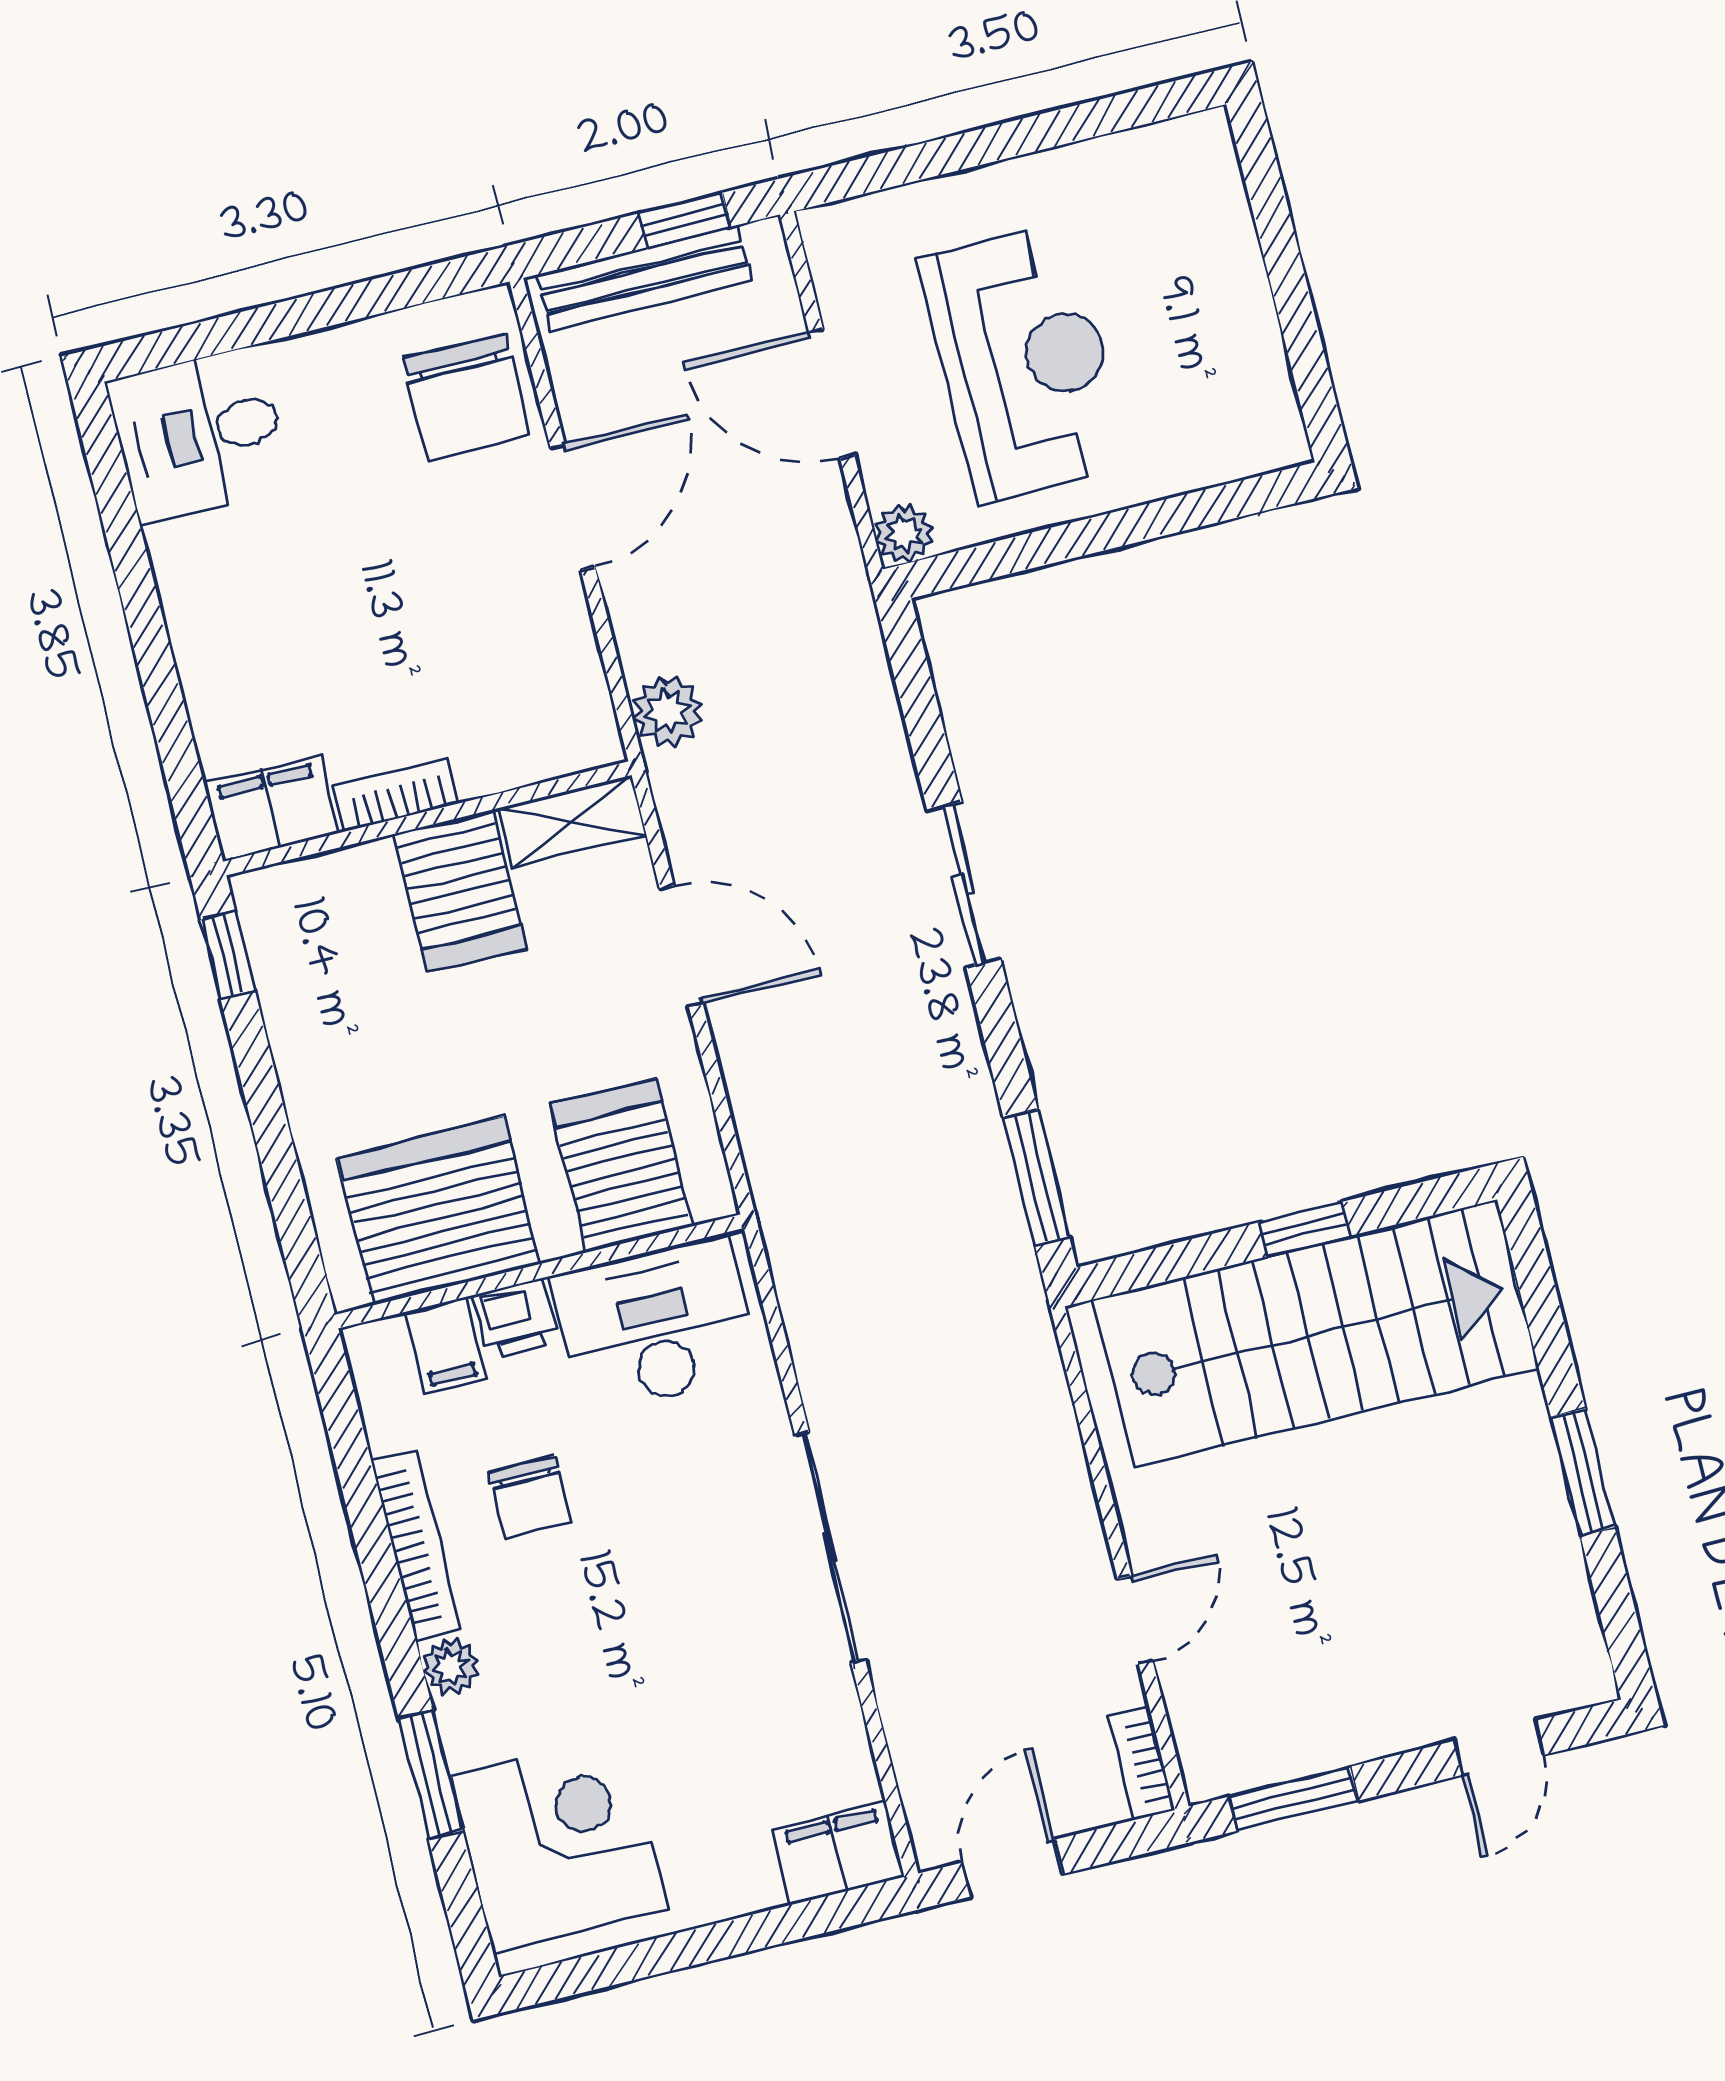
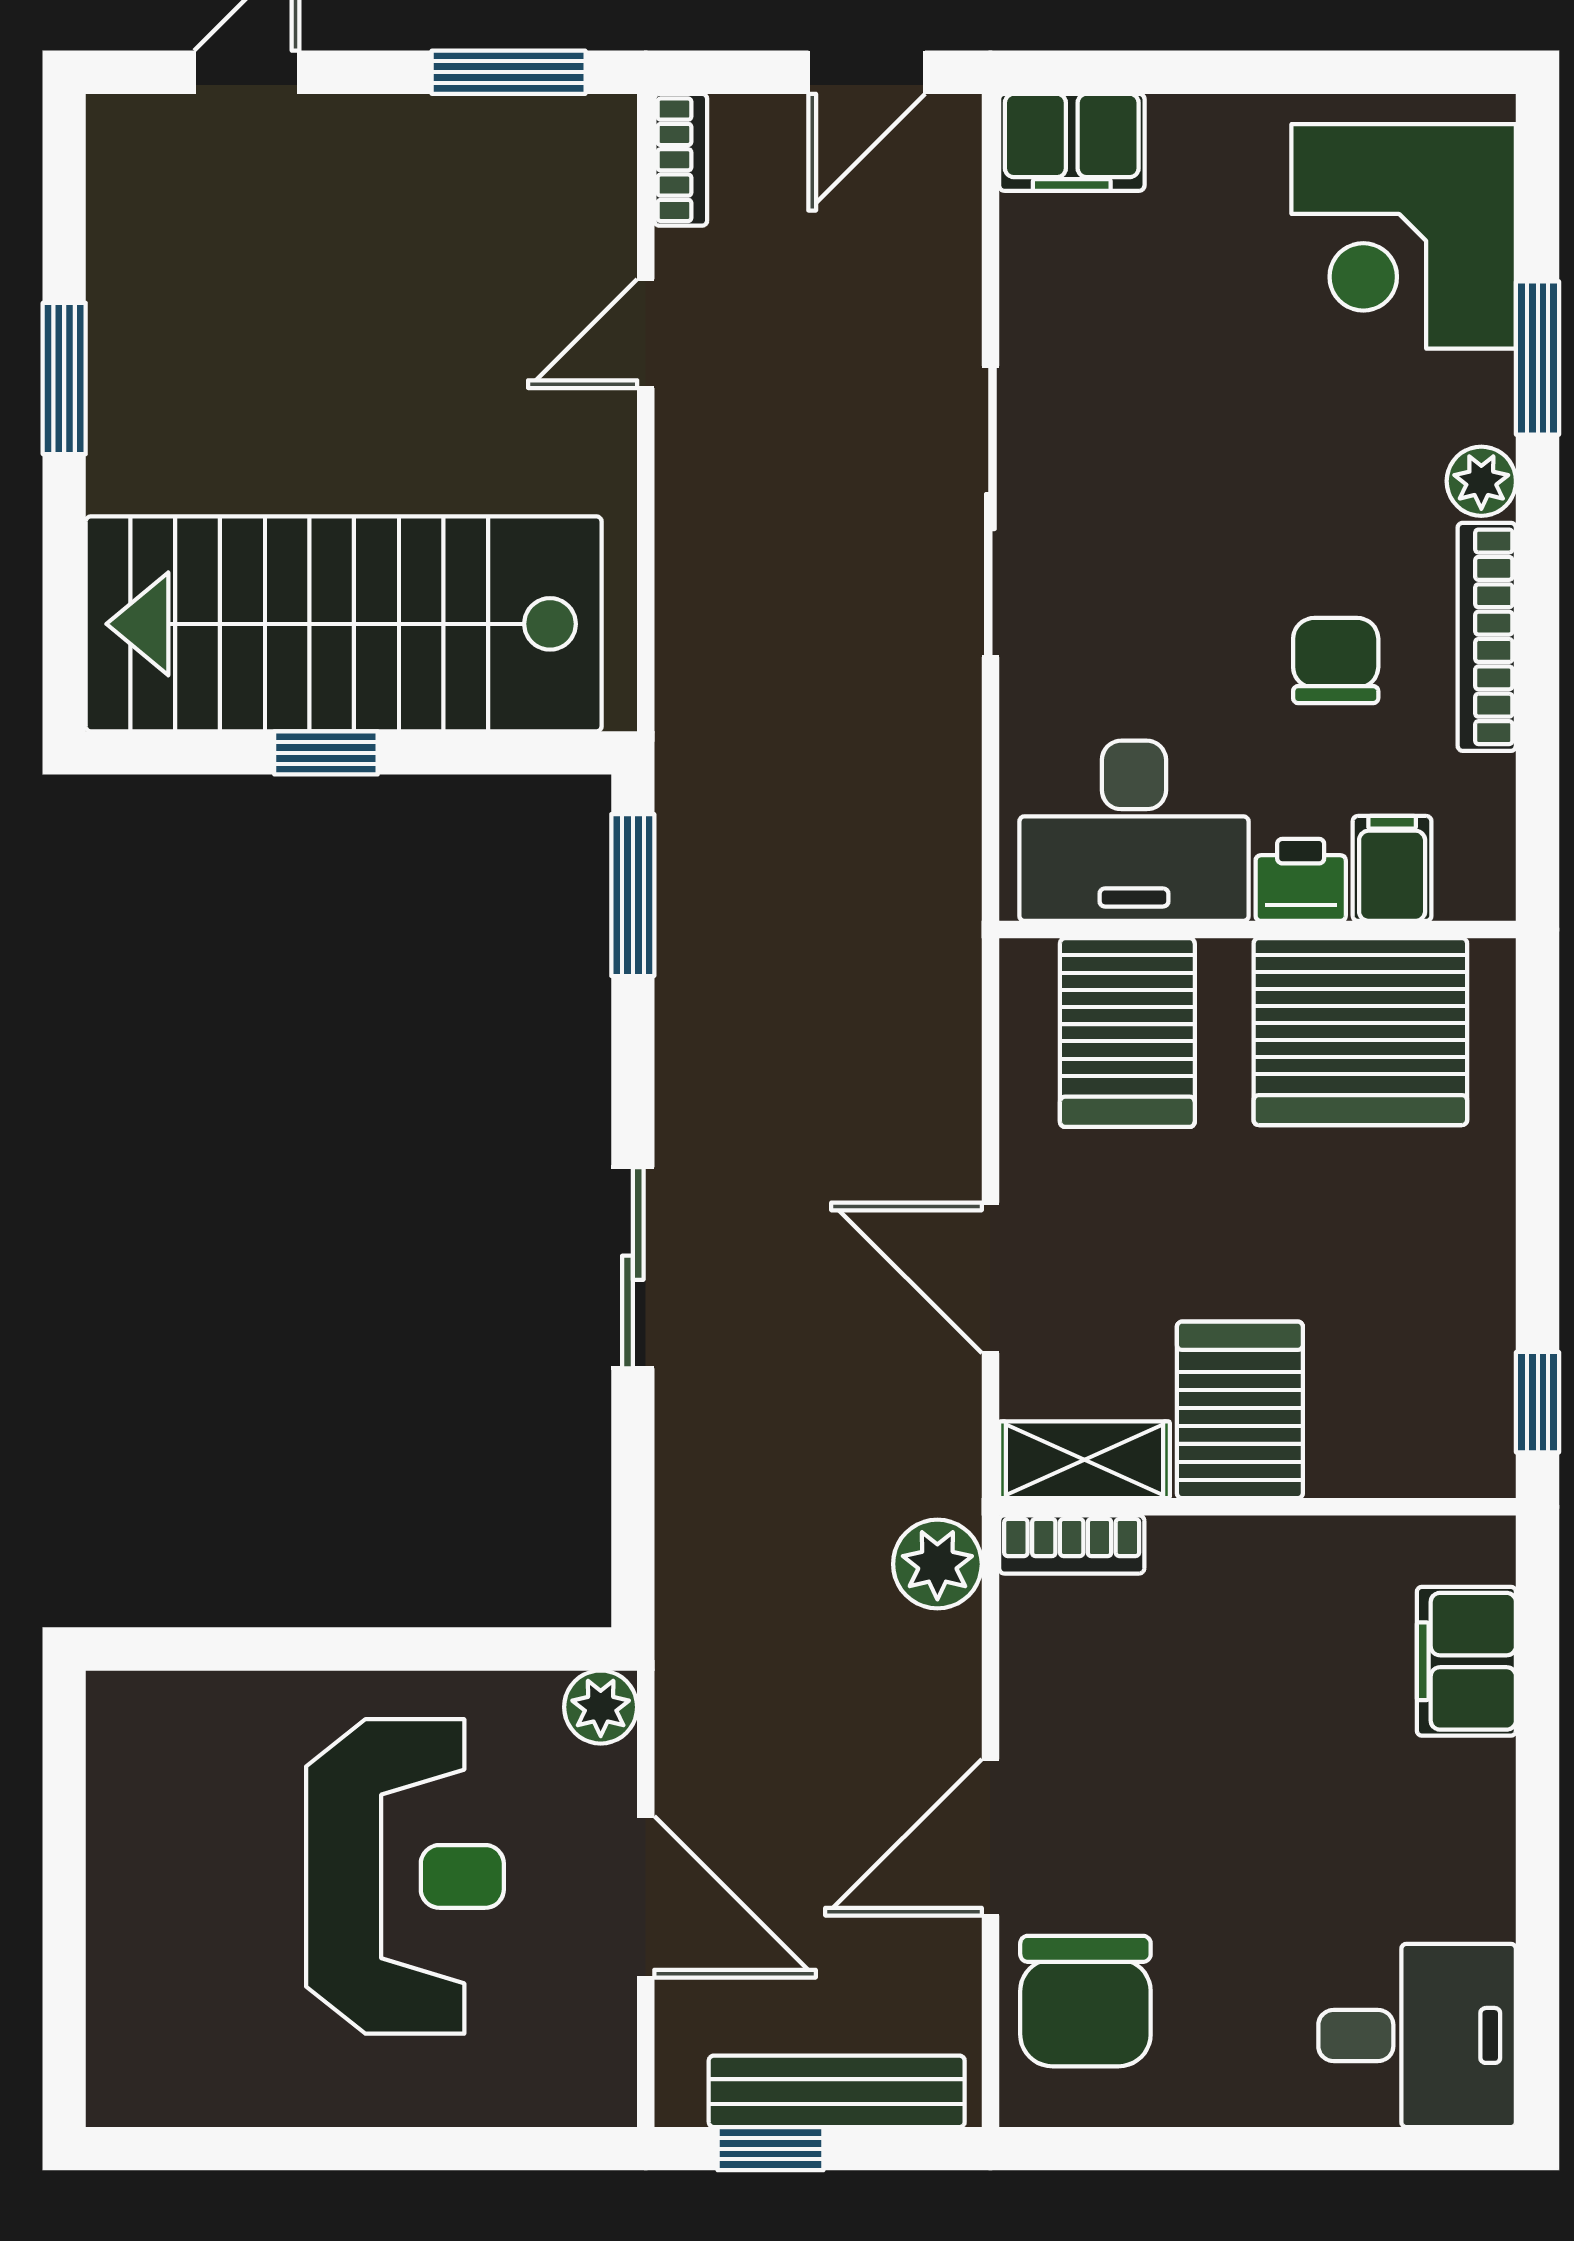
reception desk: (1025, 363) -> (405, 1876), turned 180
chair: (466, 397) -> (1085, 2001), turned 180
bookcase: (396, 795) -> (1072, 1544), moved
filing cabinet: (272, 808) -> (1466, 1661), moved, turned 90

